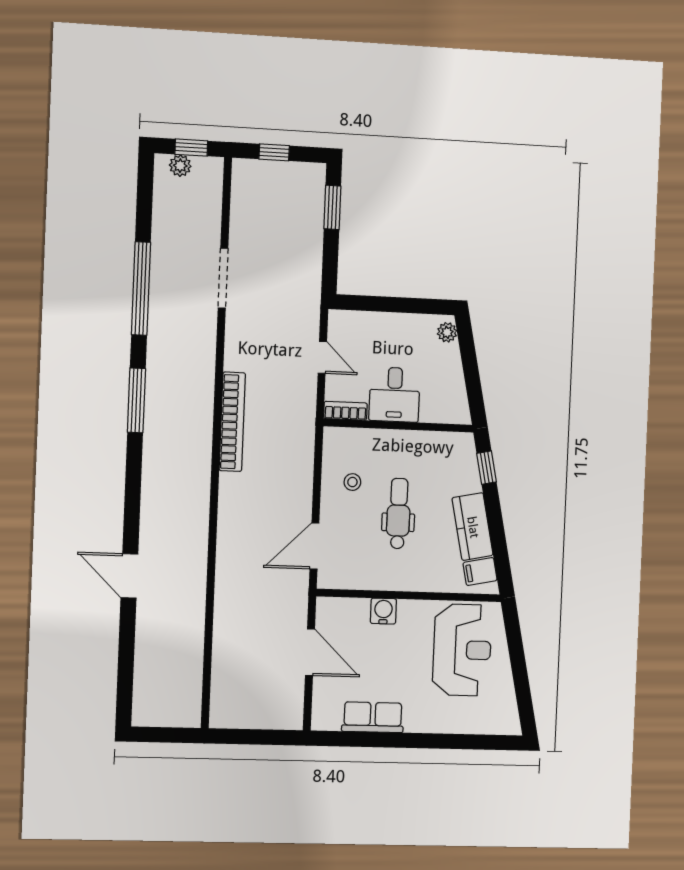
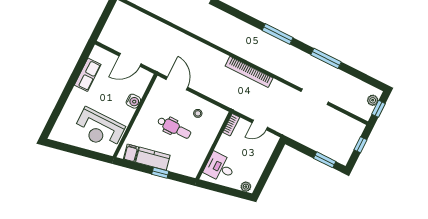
window: (141, 289) -> (326, 58), width x0.68
desk: (395, 395) -> (220, 167), moved
window: (487, 468) -> (160, 173), moved

